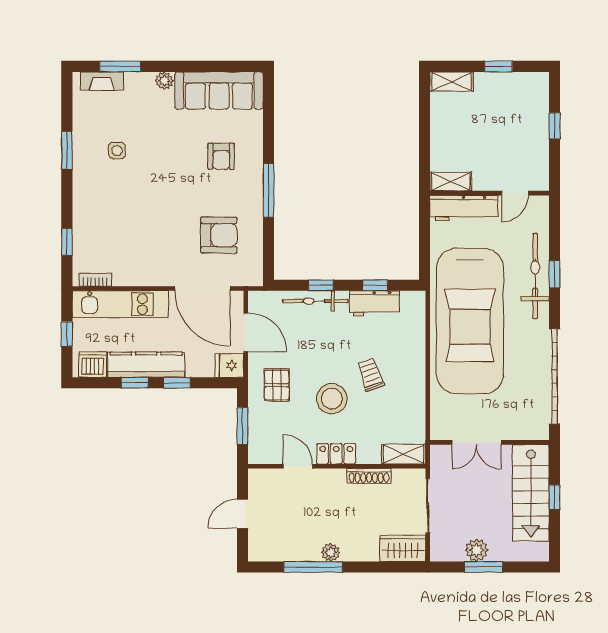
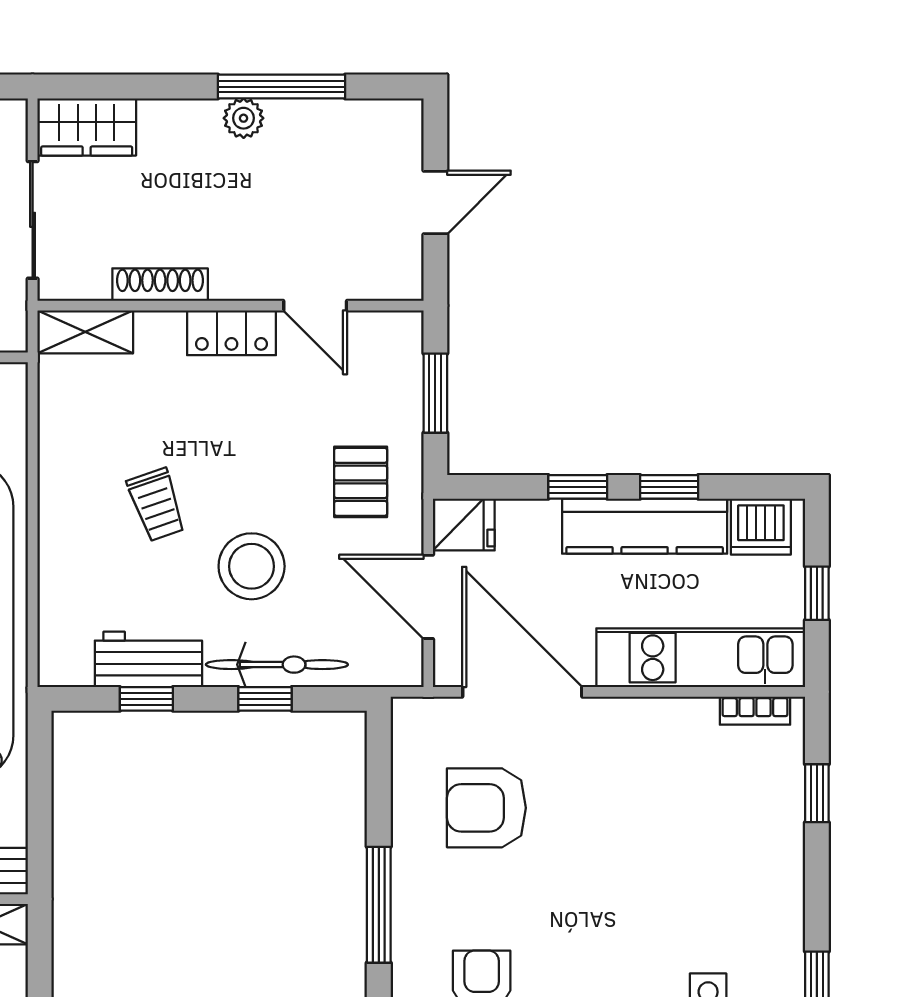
stool: (332, 399) -> (252, 566), moved

